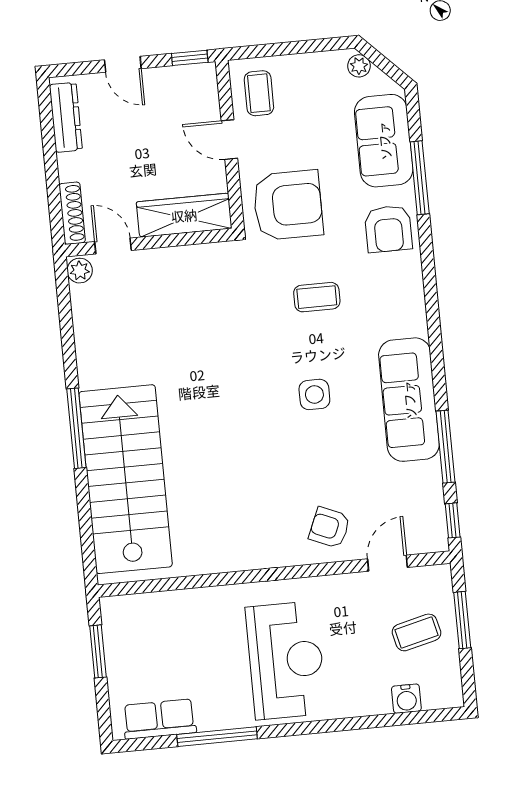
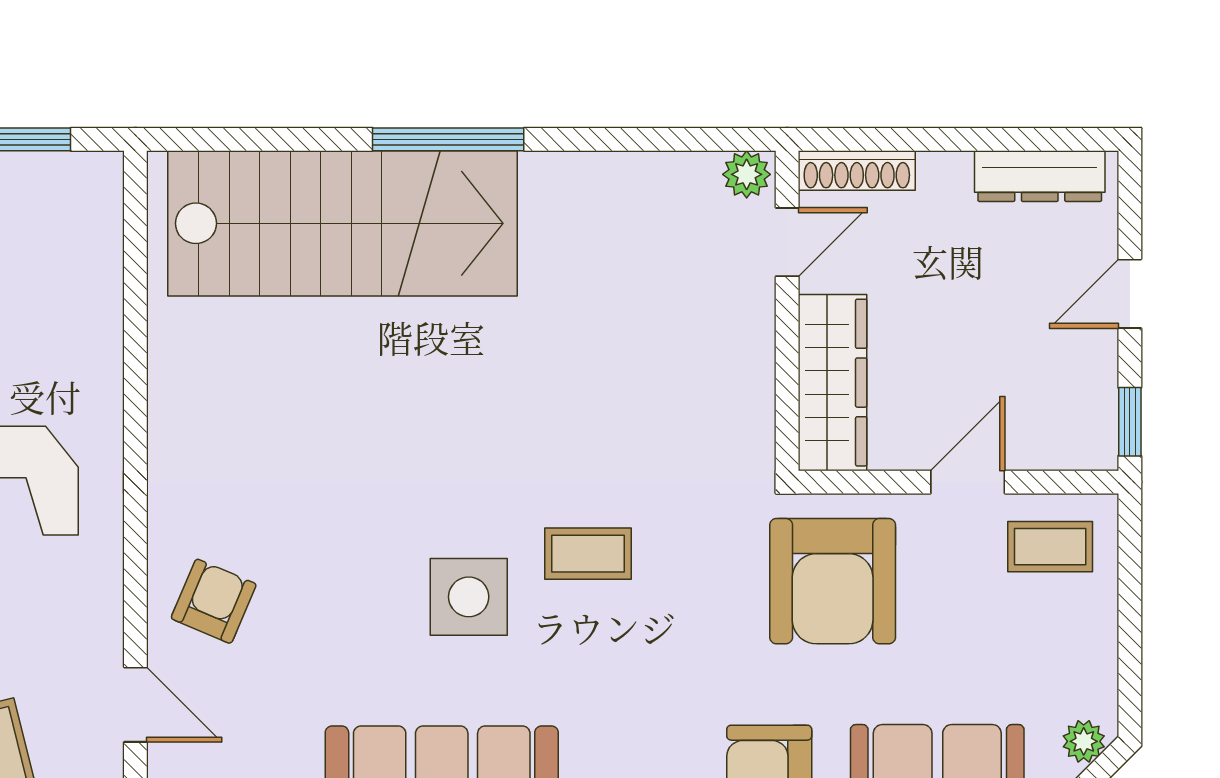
coffee table: (317, 297) -> (588, 554), moved, turned 90
side table: (314, 394) -> (469, 597), width x1.37, depth x1.37

